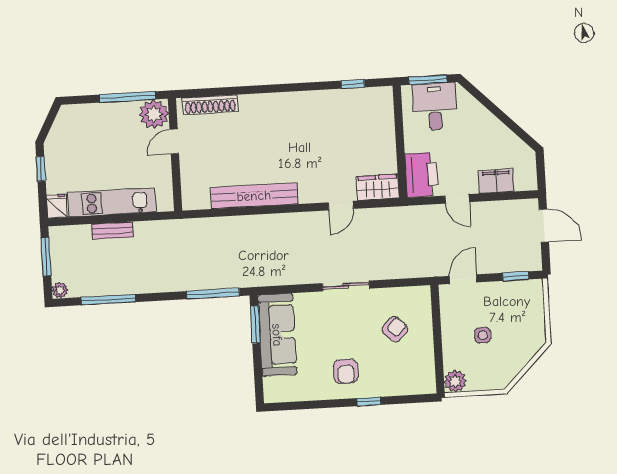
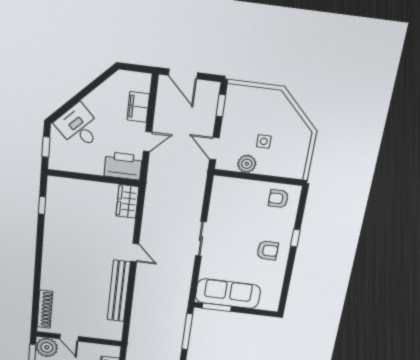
window: (428, 80) -> (46, 147), width x0.67
desk: (435, 107) -> (79, 127), moved, turned 45
door: (341, 206) -> (135, 253), moved
door: (544, 226) -> (183, 74), swing flipped
armchair: (395, 329) -> (278, 199), moved, turned -45
plant: (455, 381) -> (247, 164), moved

